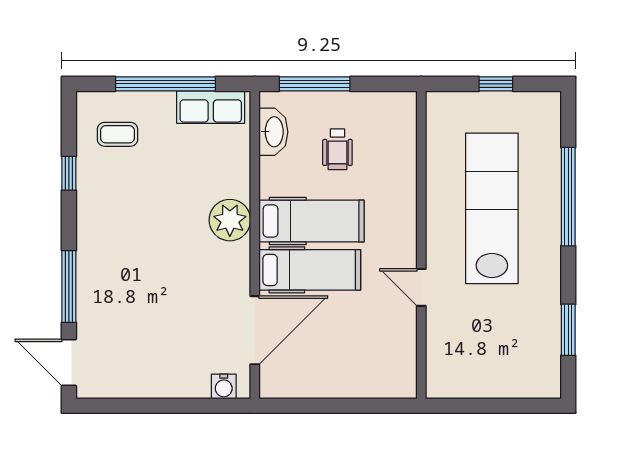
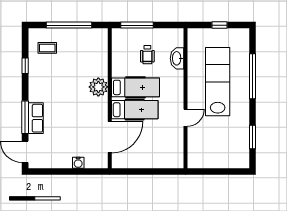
row of seats: (211, 107) -> (36, 118), moved, turned -90
washbasin: (273, 132) -> (177, 58), moved, turned 180
door: (421, 287) -> (185, 118), swing flipped
water cooler: (224, 386) -> (78, 163), moved

